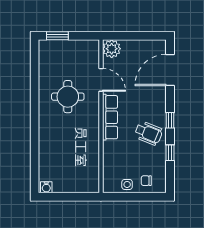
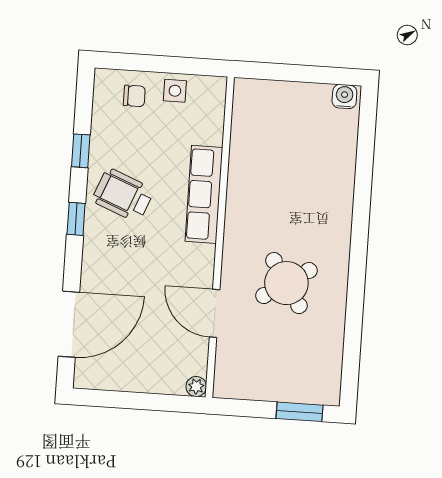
plant: (112, 49) -> (196, 387), width x0.53, depth x0.53
round table: (68, 97) -> (286, 283), turned -33
row of seats: (110, 117) -> (204, 194), moved

